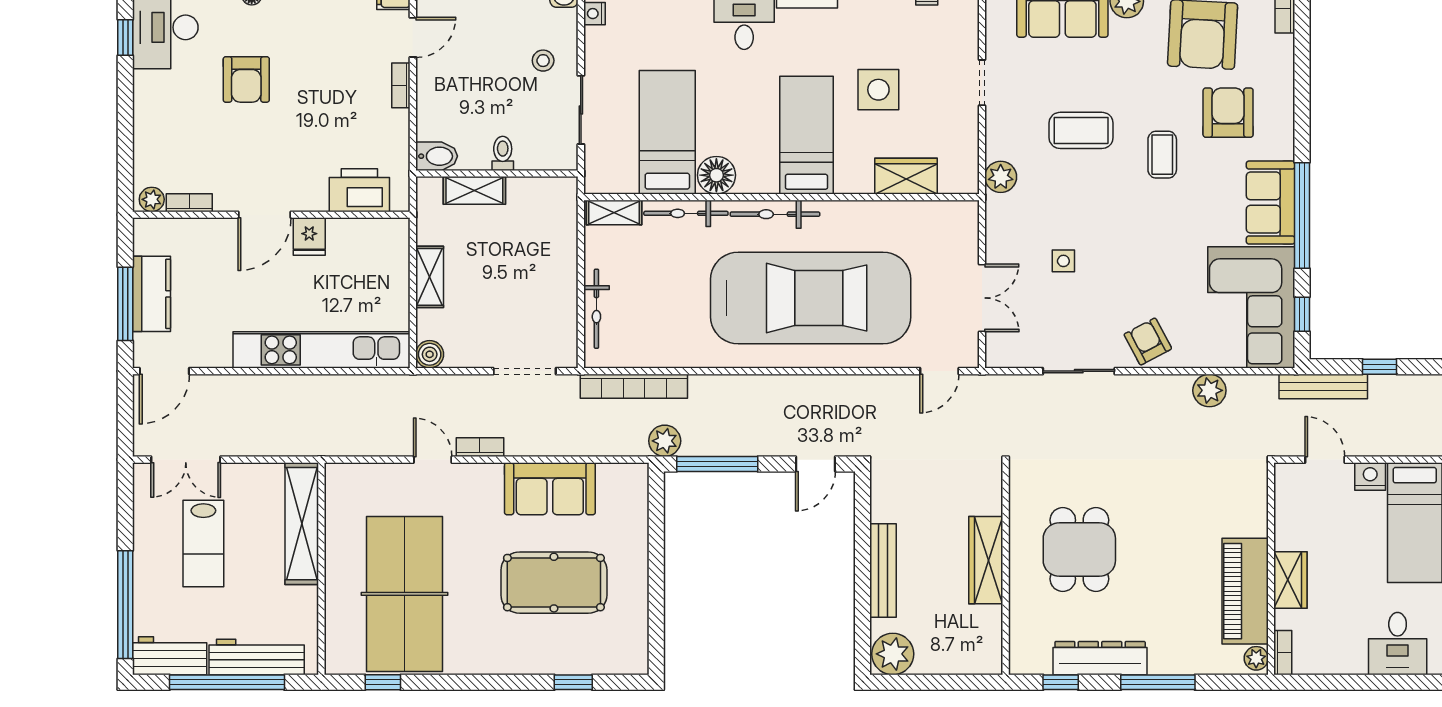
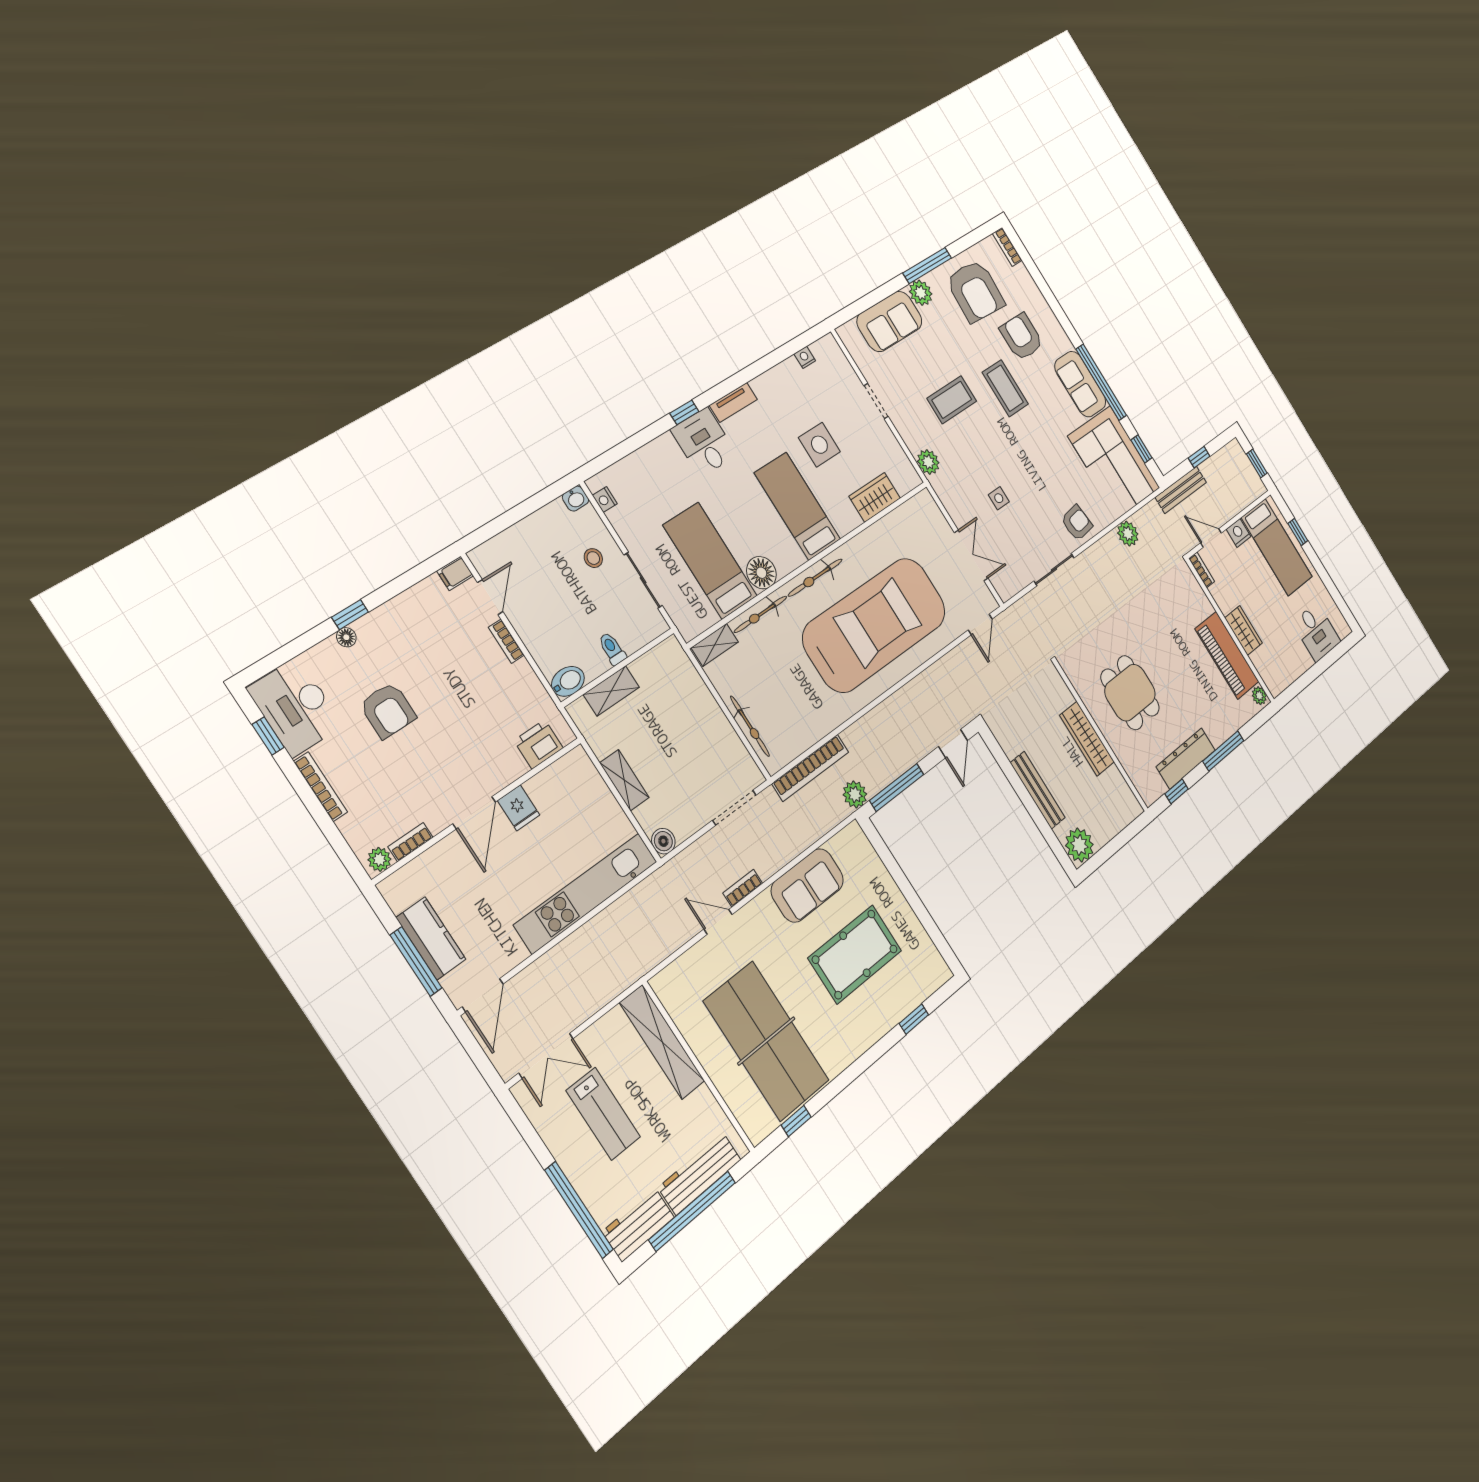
bookcase: (142, 107) -> (321, 787), added
coffee table: (1162, 155) -> (1005, 388), width x1.36, depth x1.30
printer: (359, 190) -> (538, 744), width x0.73, depth x0.84
armchair: (1148, 342) -> (1077, 523), turned 111
bookcase: (1283, 653) -> (1202, 570), moved

